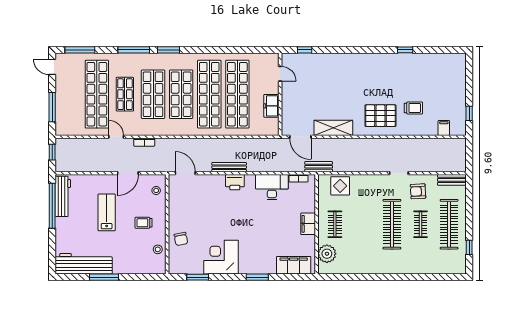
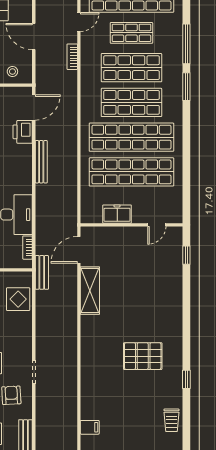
trolley: (413, 108) -> (171, 420), moved
pallet: (380, 116) -> (143, 356), moved, turned 90
printer: (235, 182) -> (23, 132), moved

